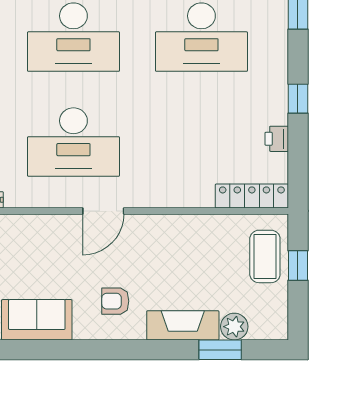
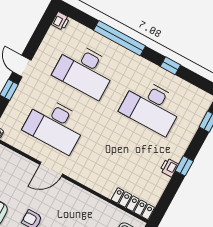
printer: (277, 139) -> (169, 168), moved

